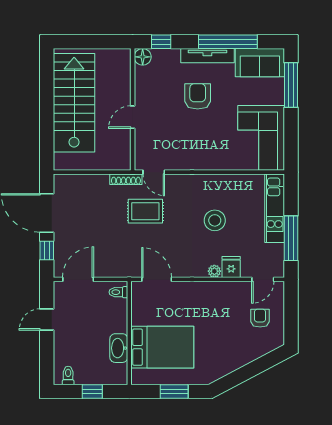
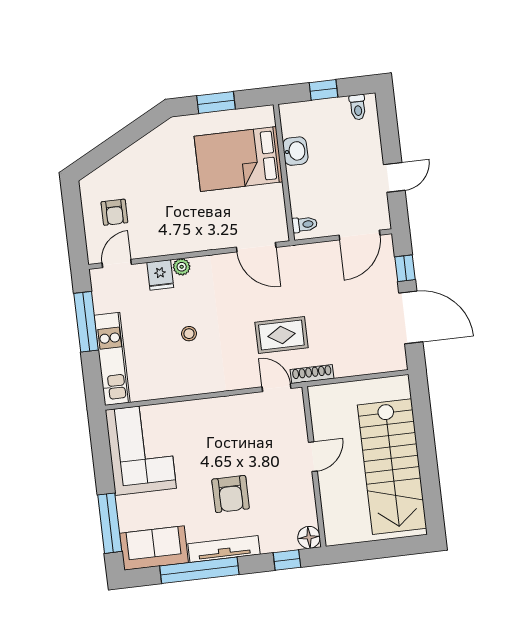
stool: (215, 220) -> (189, 334), width x0.53, depth x0.53
washbasin: (119, 348) -> (295, 151), width x0.72

